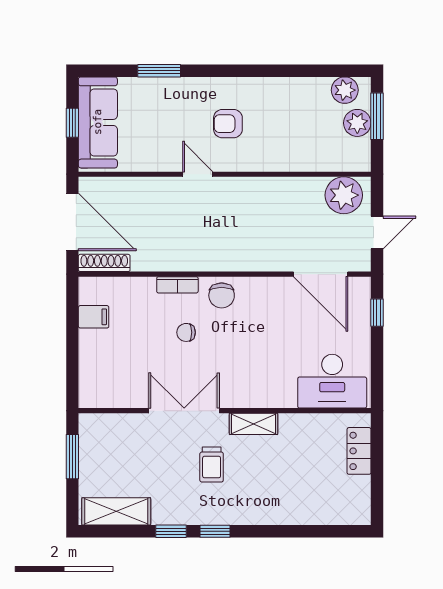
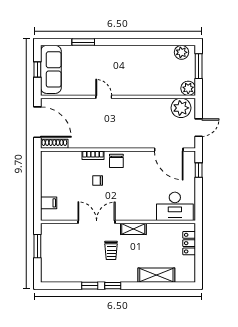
plant: (357, 123) -> (188, 88), moved
armchair: (228, 124) -> (120, 70), removed
filing cabinet: (94, 317) -> (49, 203), moved
shelving: (116, 511) -> (156, 275), moved

